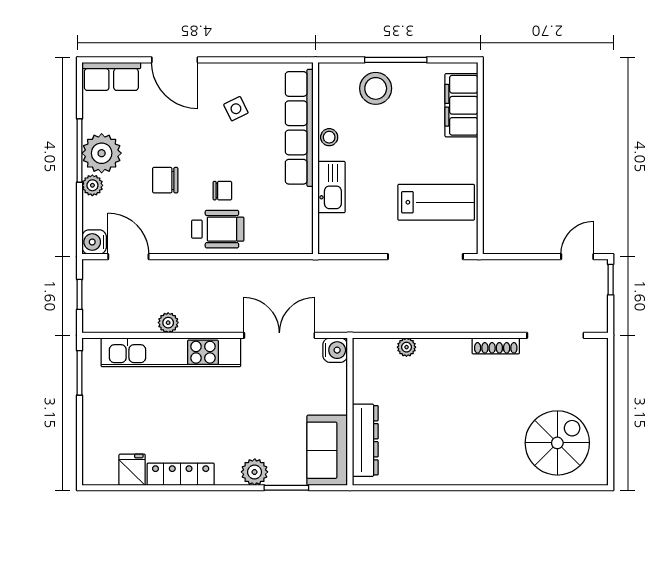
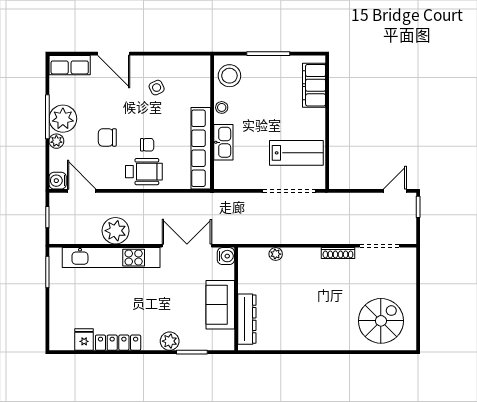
stool: (376, 88) -> (229, 76), moved
row of seats: (299, 128) -> (201, 148), moved
plant: (168, 323) -> (116, 231), width x1.88, depth x1.88
sofa: (327, 450) -> (220, 305), moved

